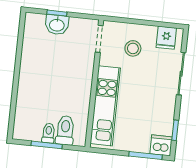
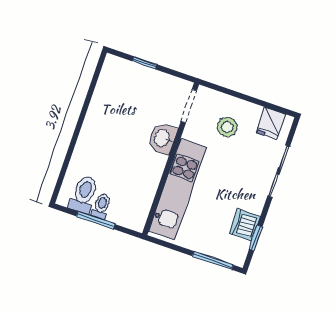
washbasin: (57, 25) -> (162, 138), moved, turned 90
toilet: (65, 130) -> (84, 194), moved
dishwasher: (161, 145) -> (245, 225), moved, turned -90

